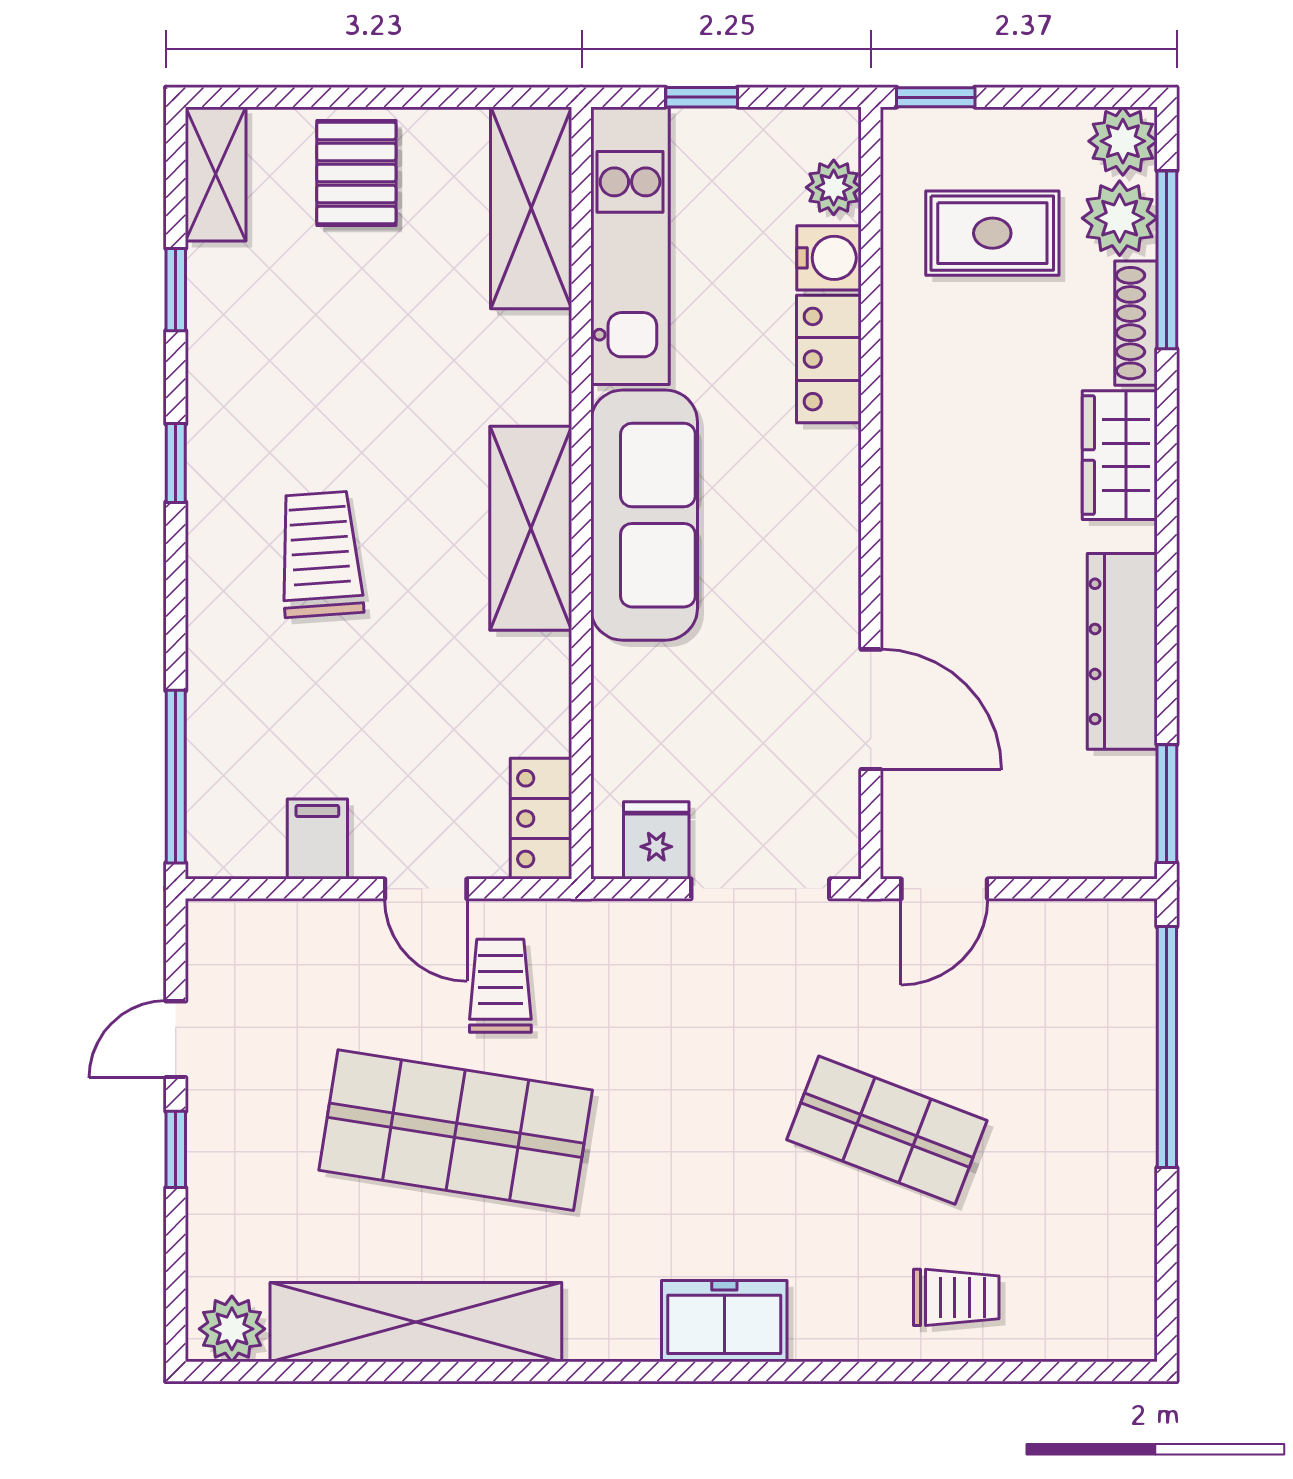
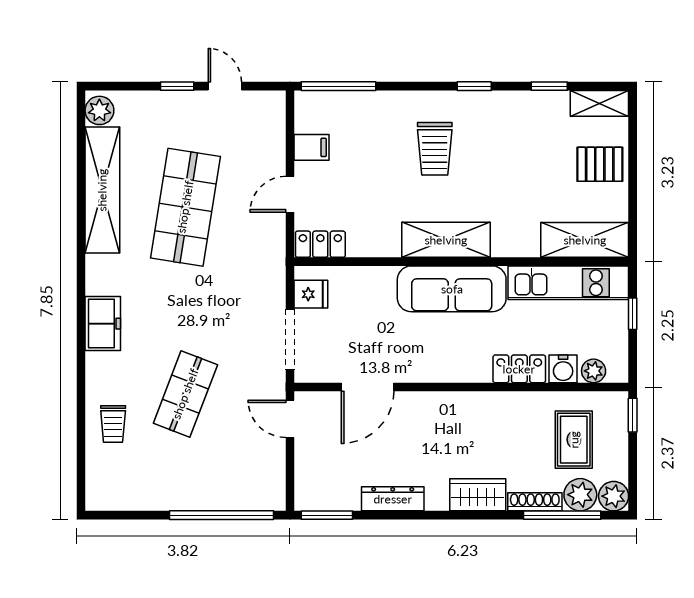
trolley: (320, 554) -> (435, 149), turned 94
dresser: (1122, 651) -> (393, 499), width x0.73, depth x0.80
trolley: (500, 986) -> (248, 227), removed

